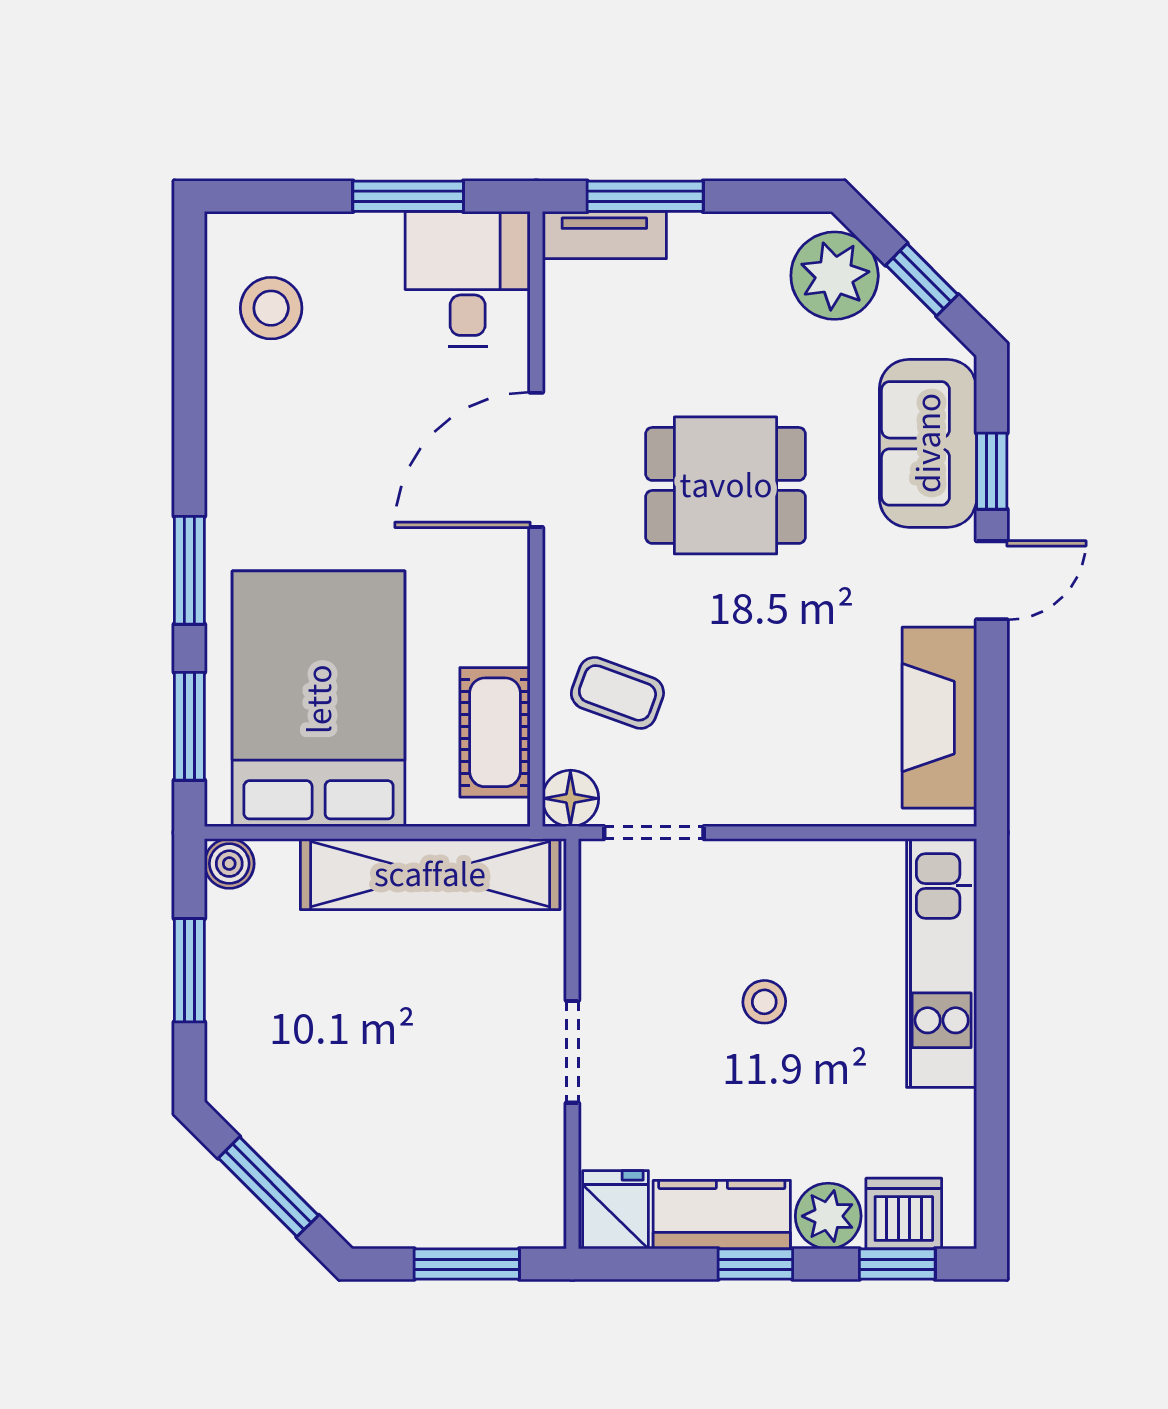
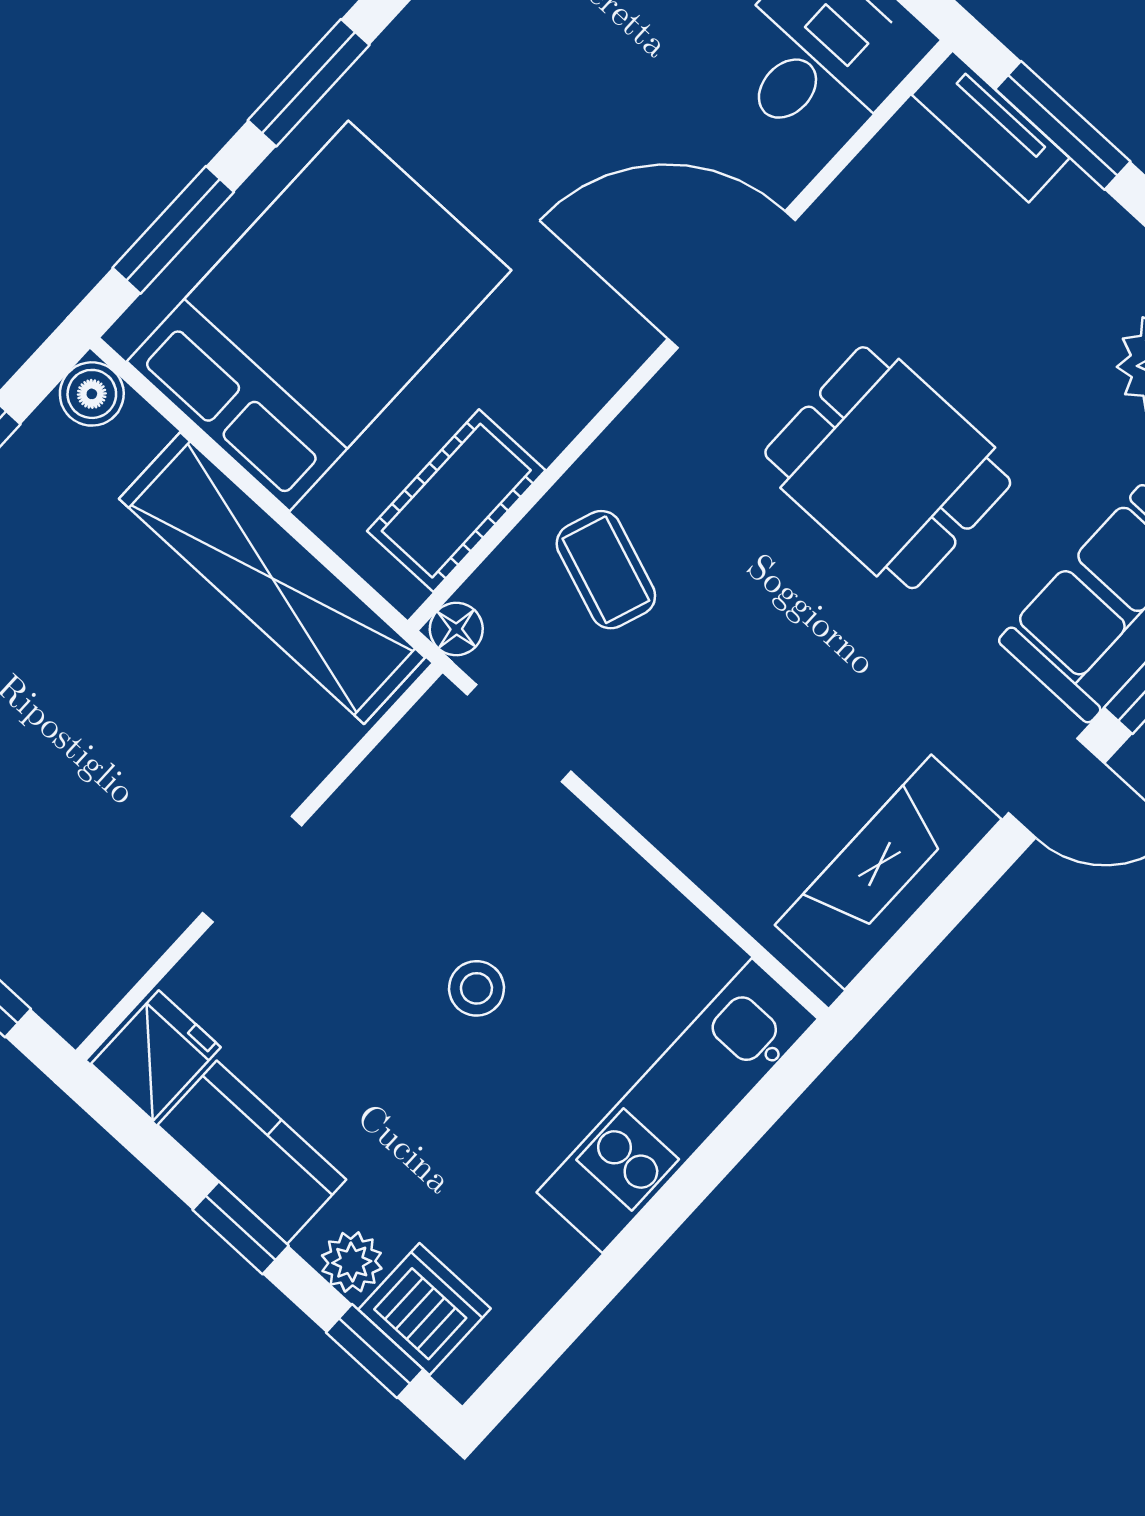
floor lamp: (570, 798) -> (456, 629), width x0.73, depth x0.73
plant: (828, 1216) -> (352, 1262), width x0.73, depth x0.73

